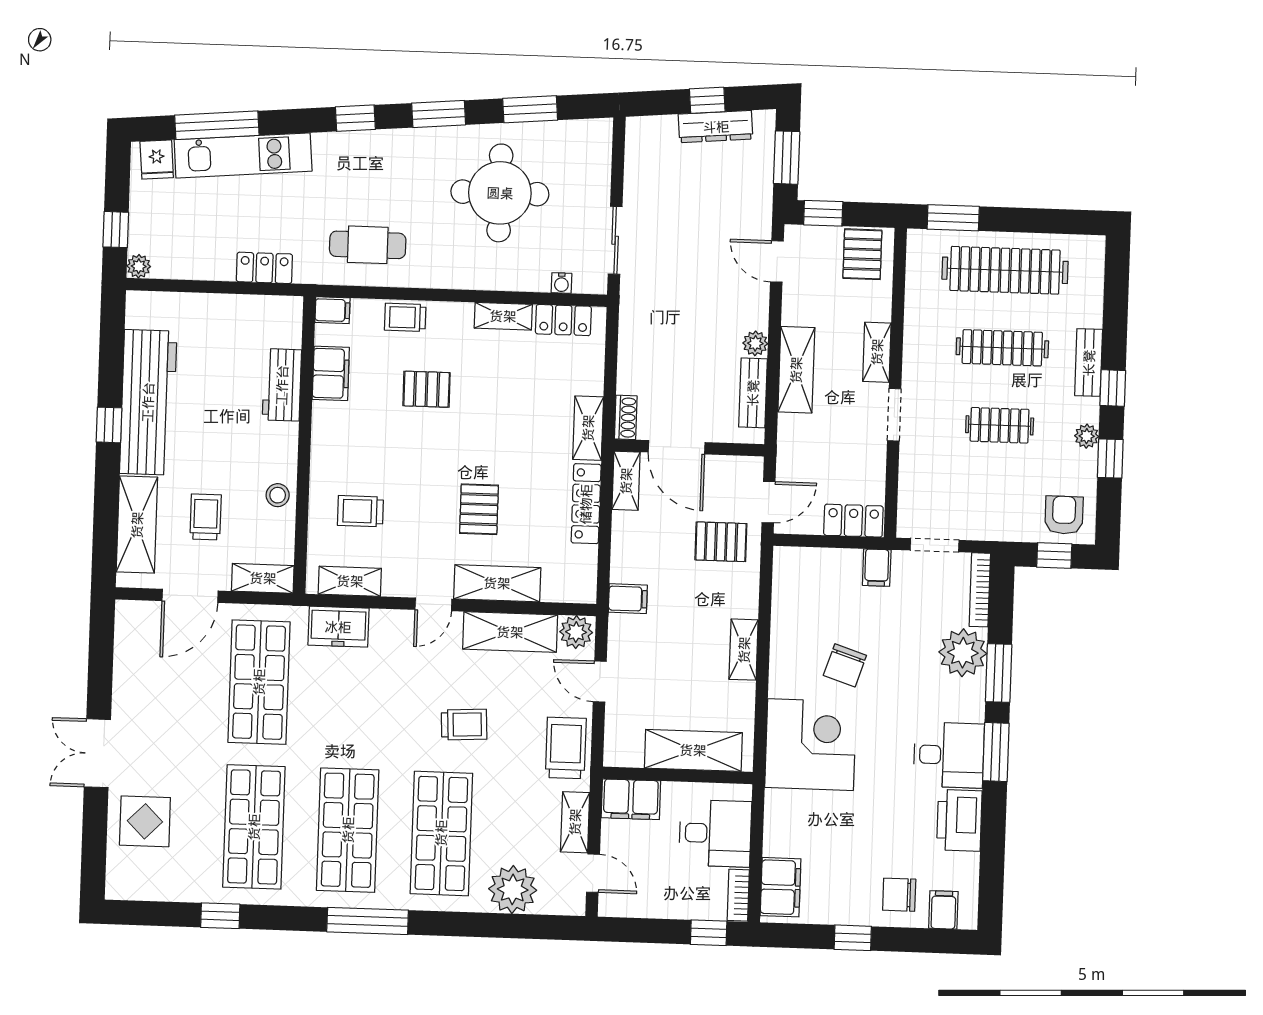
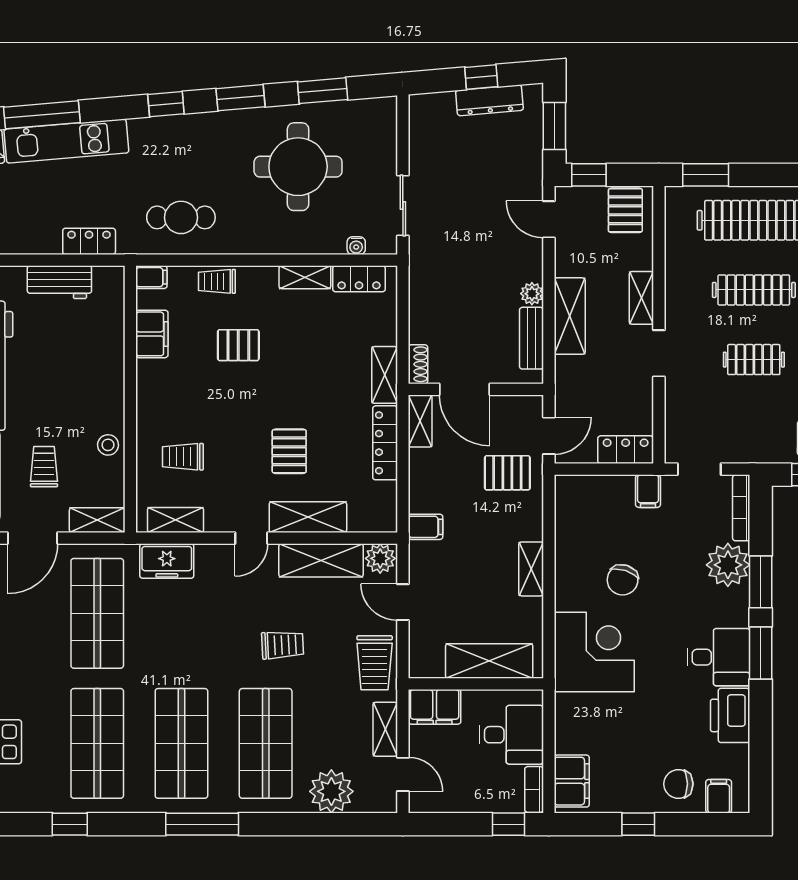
workbench: (282, 385) -> (59, 282), moved, turned -90
trolley: (566, 748) -> (375, 663), turned 180

